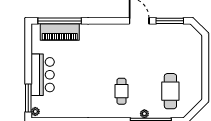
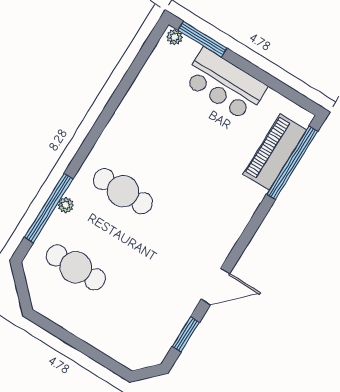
window: (170, 21) -> (186, 334), width x0.69
cafe table: (122, 91) -> (123, 191), width x1.37, depth x1.35

